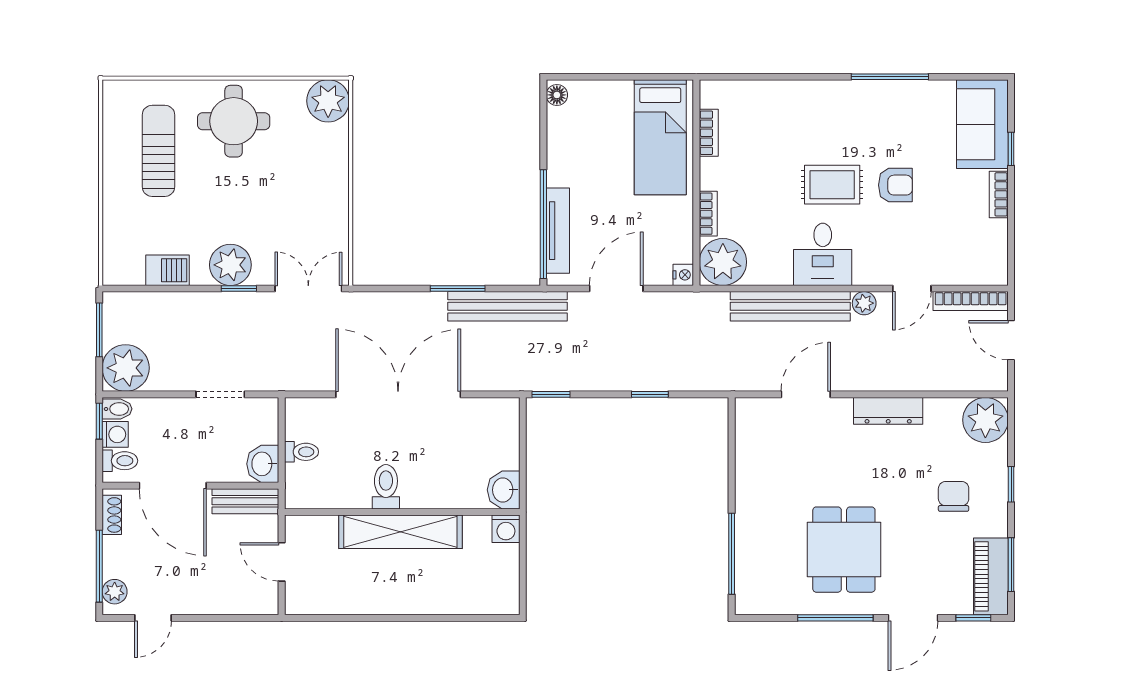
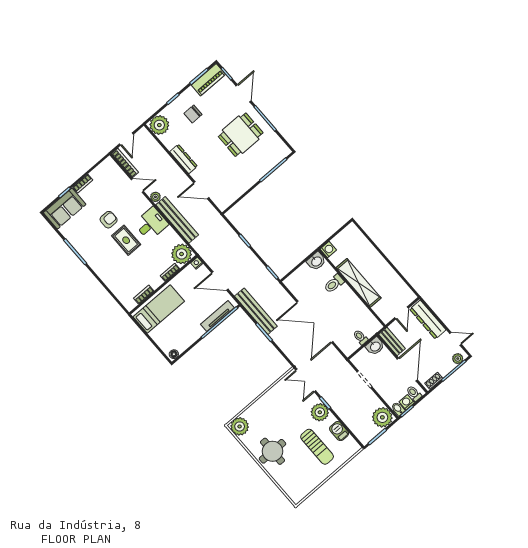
sun lounger: (158, 151) -> (317, 447), moved, turned -90
armchair: (895, 185) -> (109, 220), turned 90
toilet: (386, 487) -> (334, 284), moved
dresser: (230, 598) -> (428, 320), added
door: (913, 618) -> (244, 93), hinge flipped

